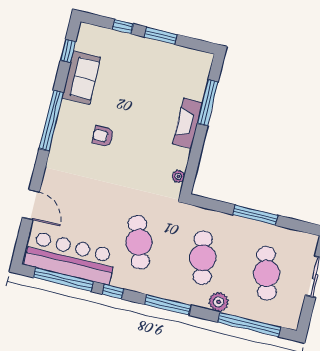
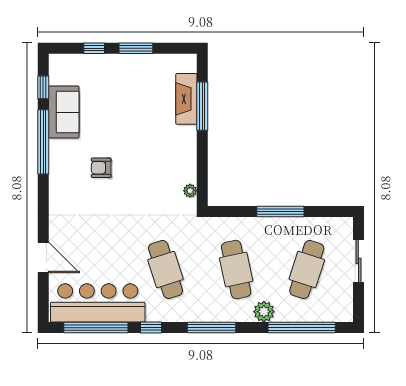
window: (51, 121) -> (43, 142), moved
fireplace: (188, 123) -> (186, 99), moved
cafe table: (267, 273) -> (307, 270), turned 33

